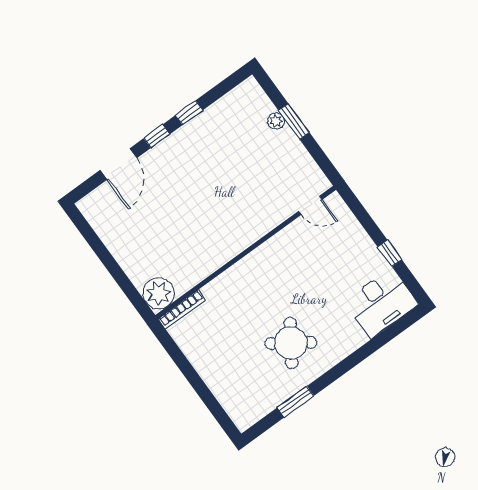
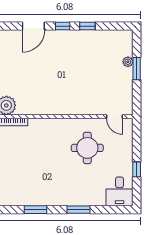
desk: (381, 303) -> (120, 191), width x0.73
round table: (291, 343) -> (87, 148), moved, turned -34
window: (352, 361) -> (78, 210), added

